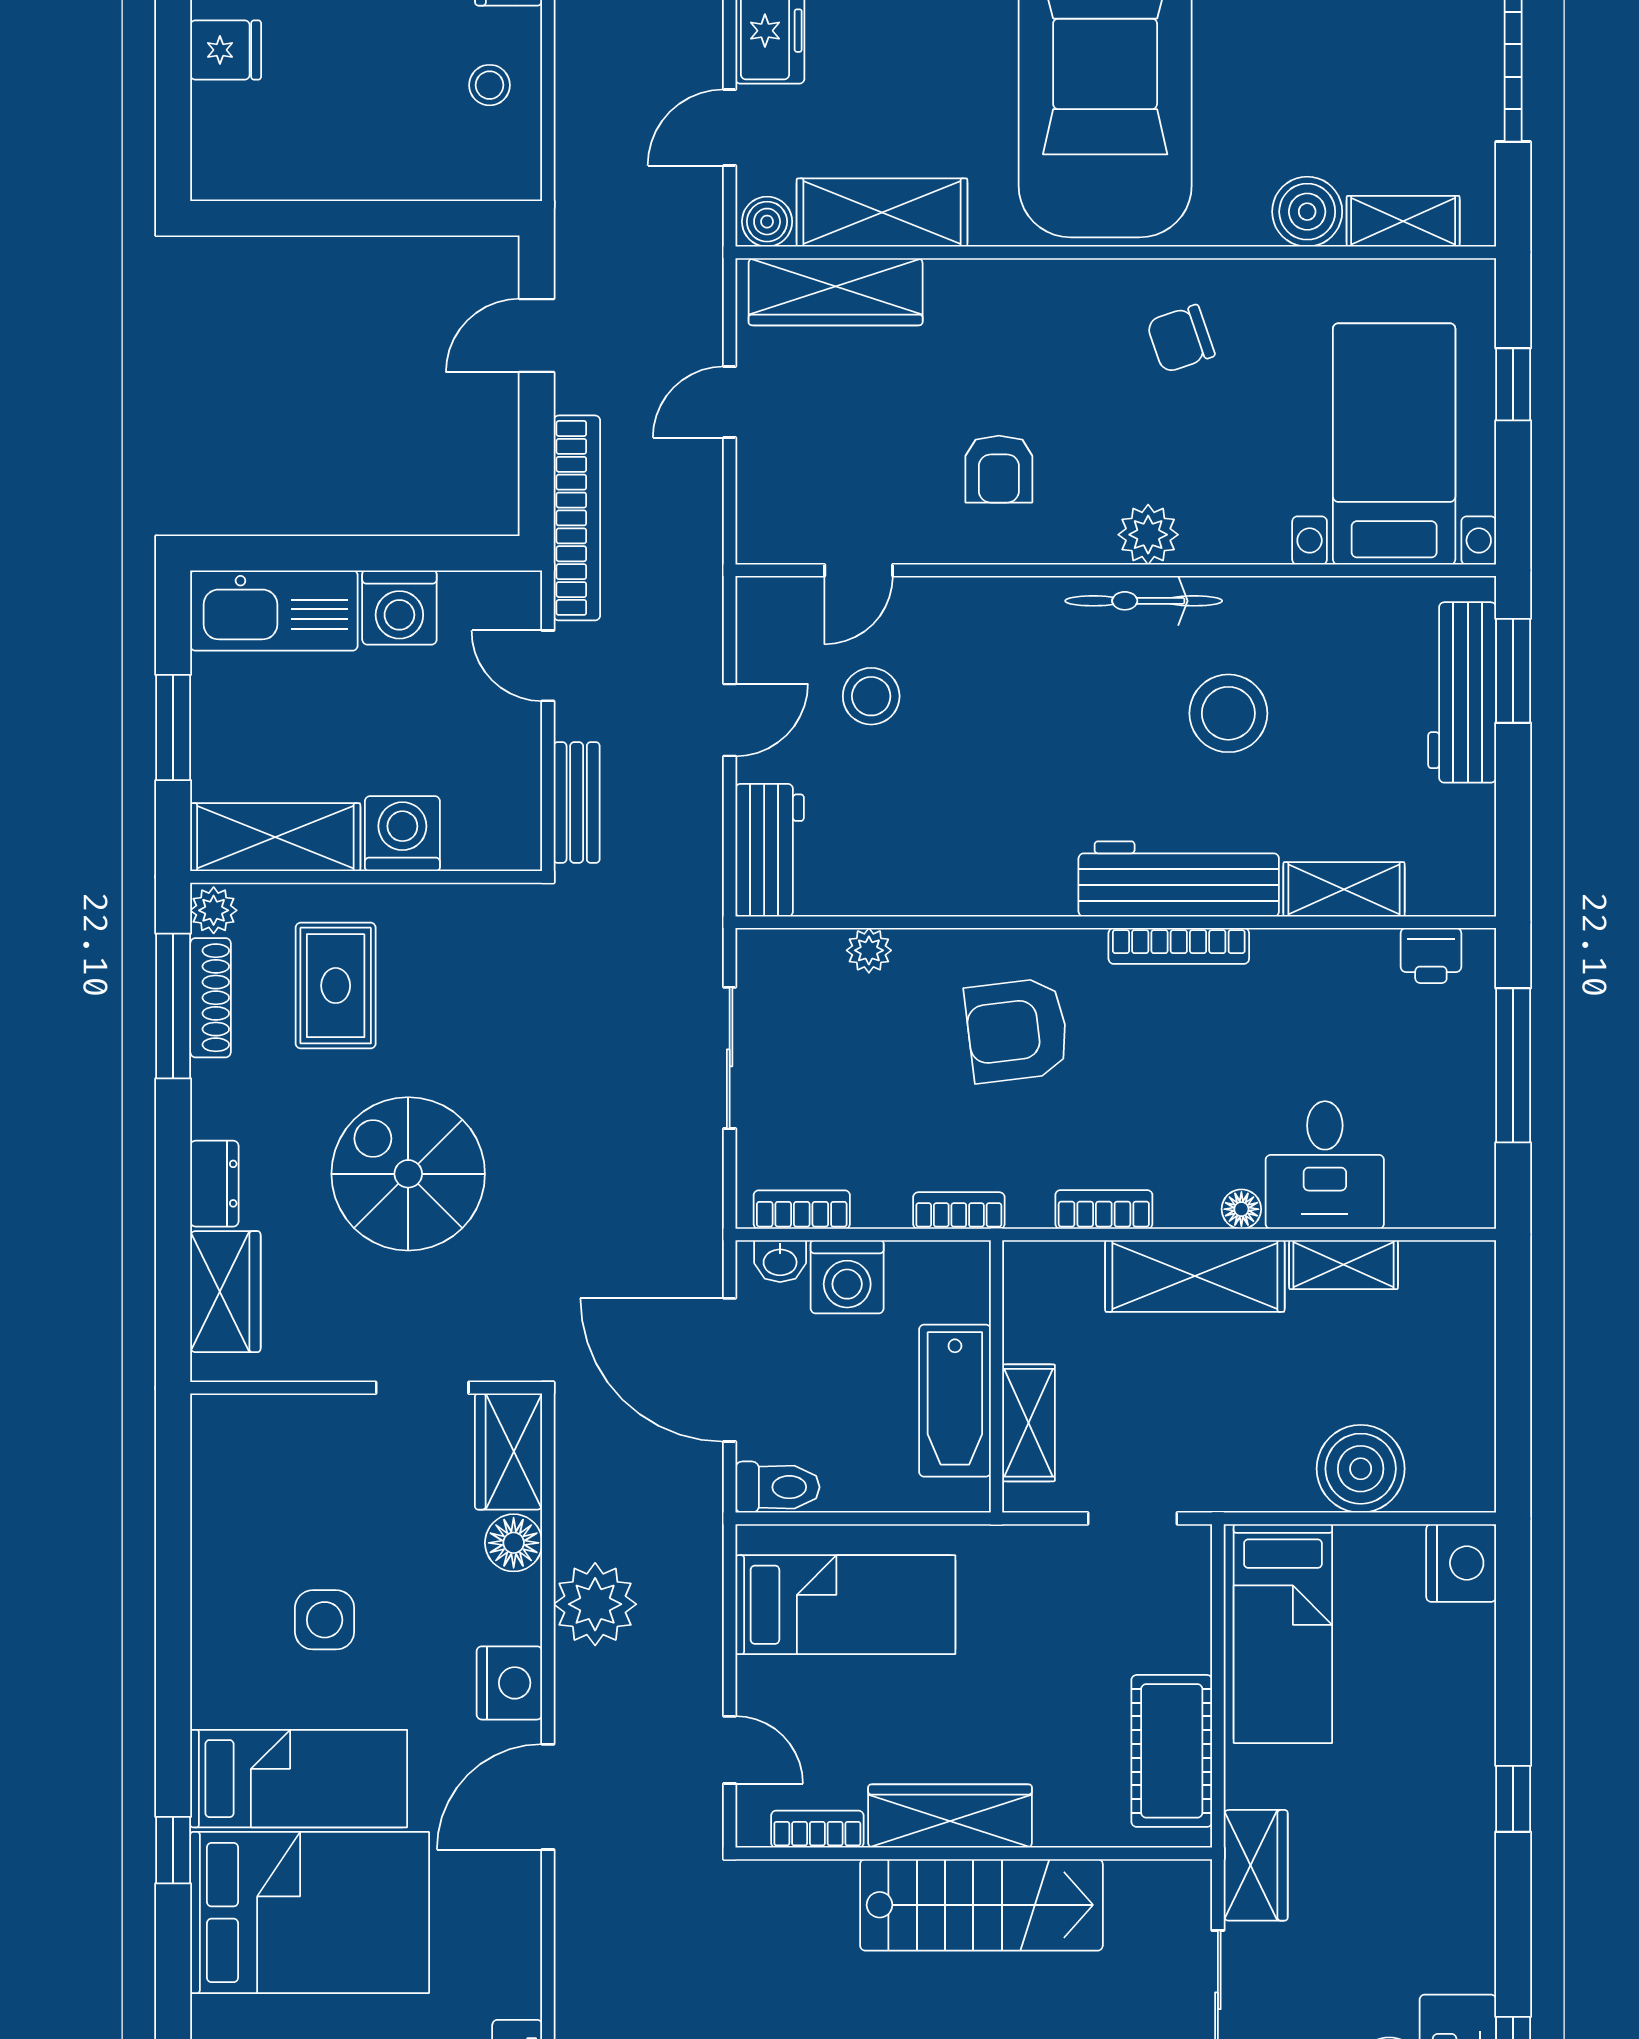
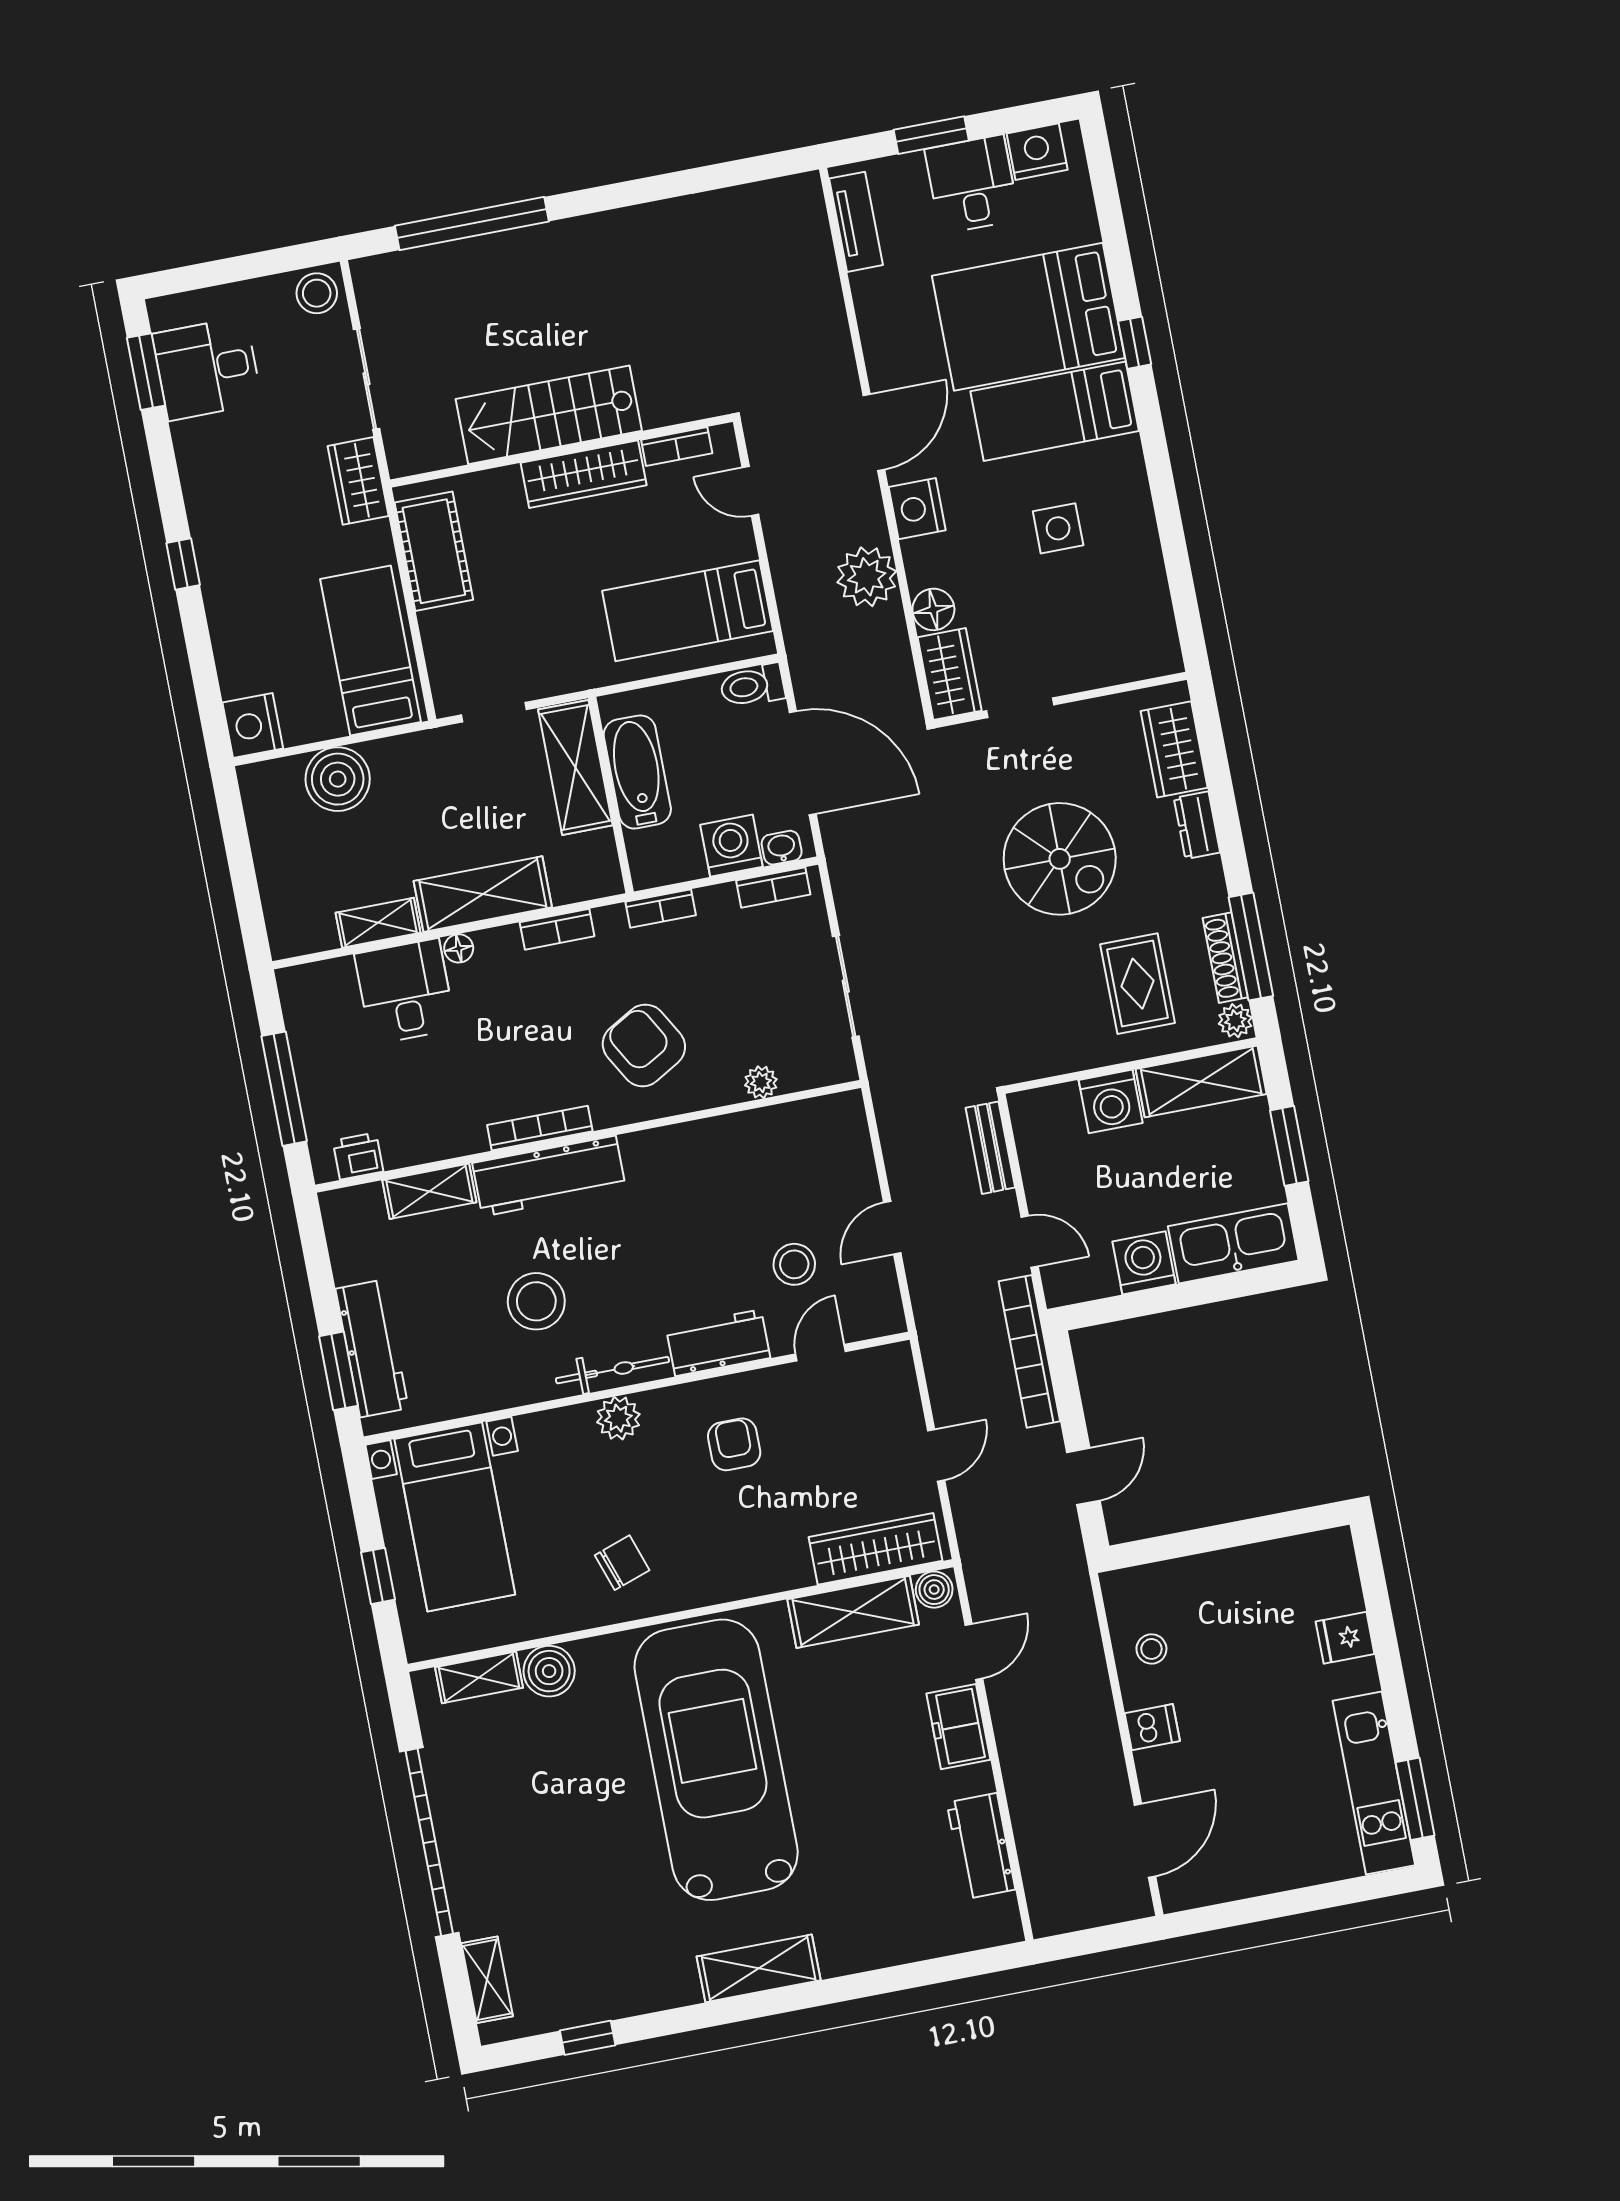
workbench: (770, 850) -> (718, 1343), moved, turned 90
armchair: (1017, 1030) -> (644, 1045), turned -113
shelving: (1028, 1423) -> (575, 767), width x1.50, depth x1.33

